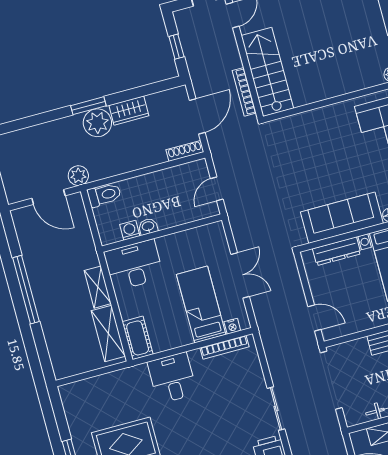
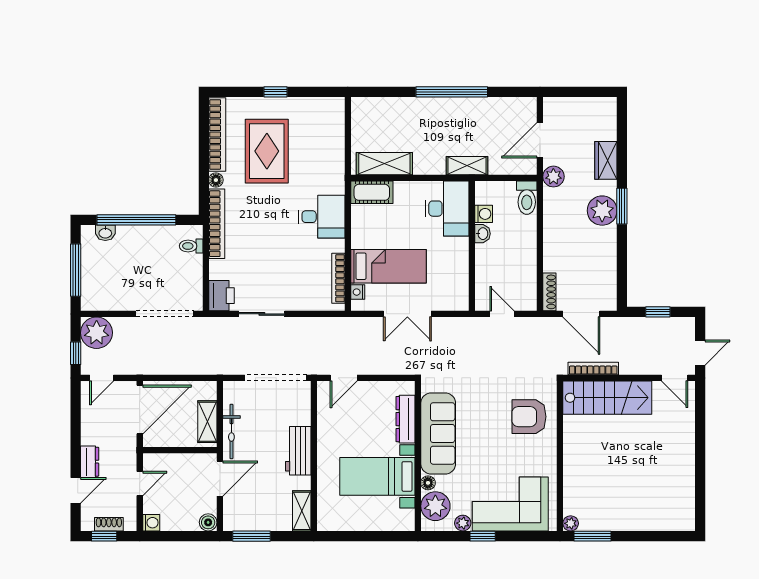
wardrobe: (129, 111) -> (606, 160), moved
armchair: (304, 139) -> (529, 417), added
shelving: (98, 287) -> (467, 166), moved

